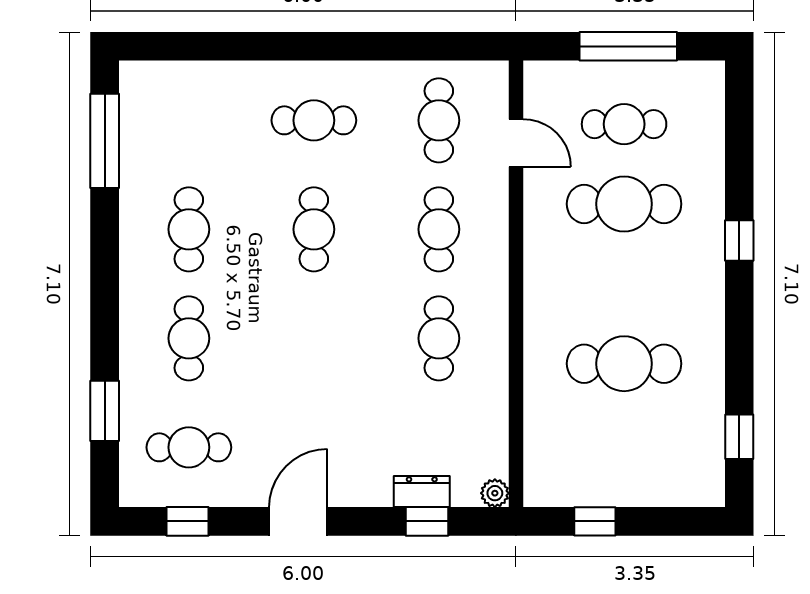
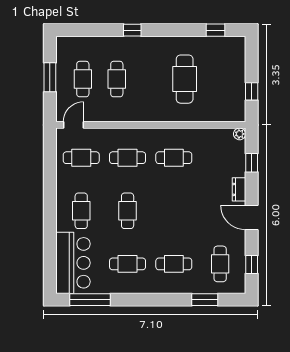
window: (628, 46) -> (50, 77), width x0.69
bar counter: (191, 101) -> (73, 263), added
door: (516, 143) -> (73, 125), moved
cafe table: (624, 204) -> (117, 79), width x0.73, depth x0.74
cafe table: (314, 229) -> (128, 211), turned 90
dresser: (422, 492) -> (239, 189), moved

